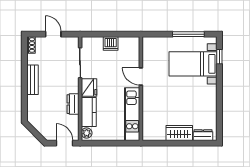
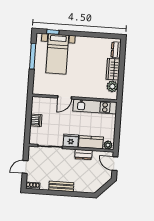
plant: (158, 134) -> (112, 86), added
door: (65, 143) -> (115, 164), hinge flipped

